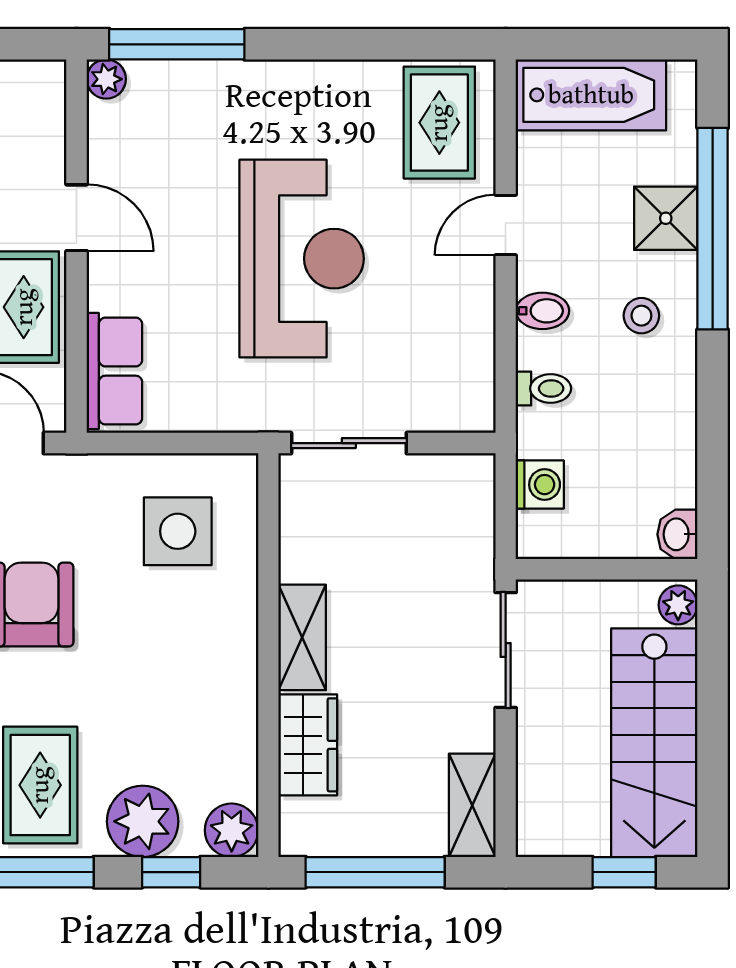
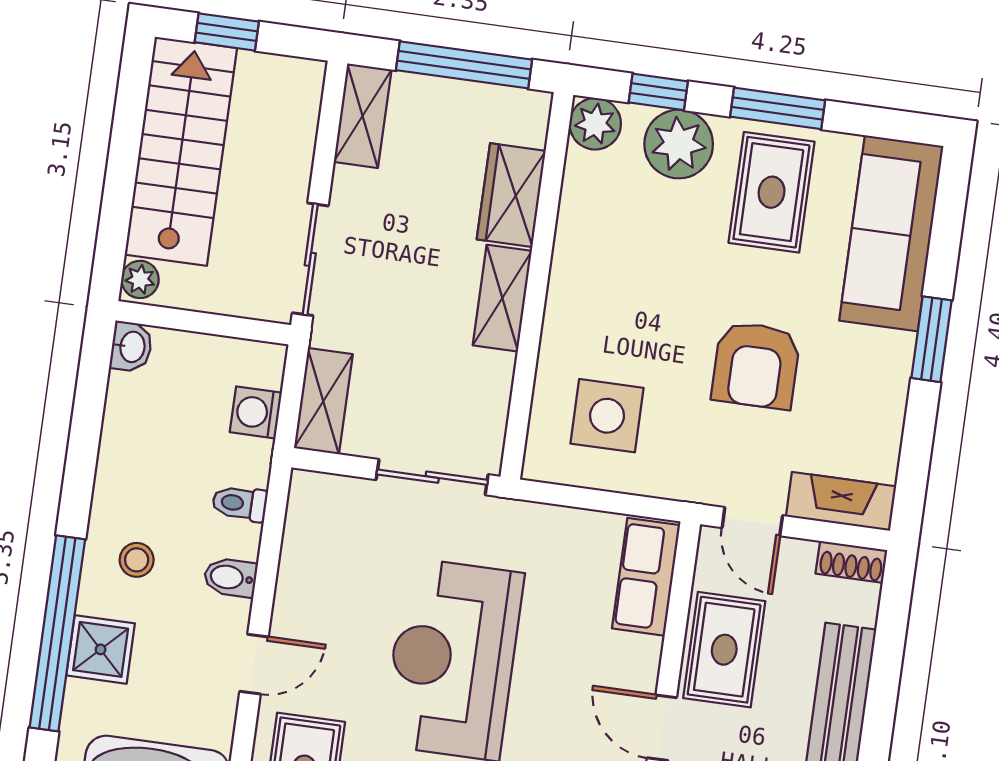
shelving: (472, 506) -> (323, 401), added

